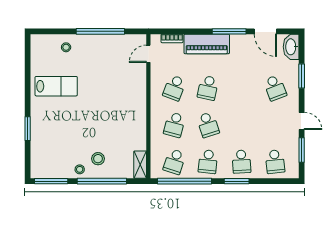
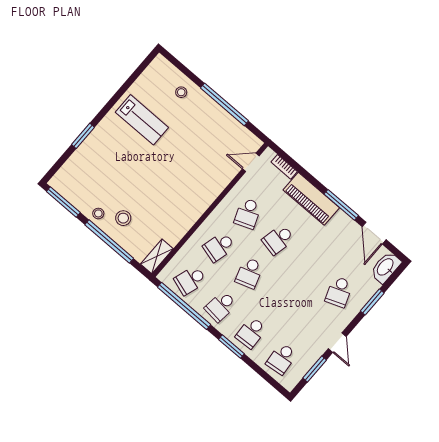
school desk: (174, 88) -> (248, 213), turned -42

